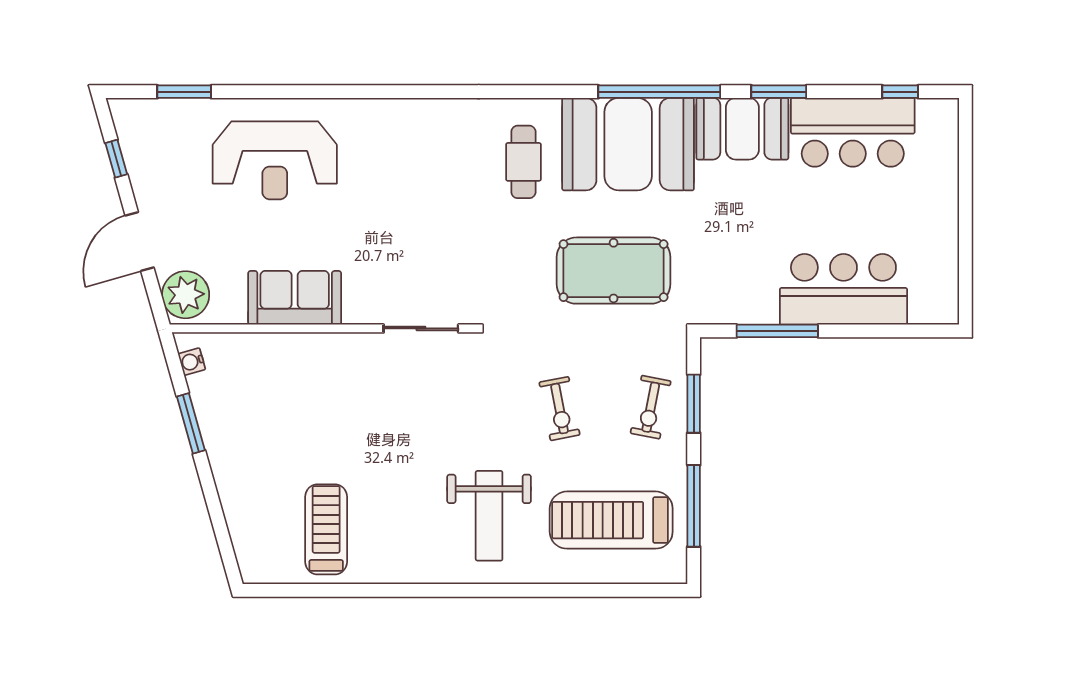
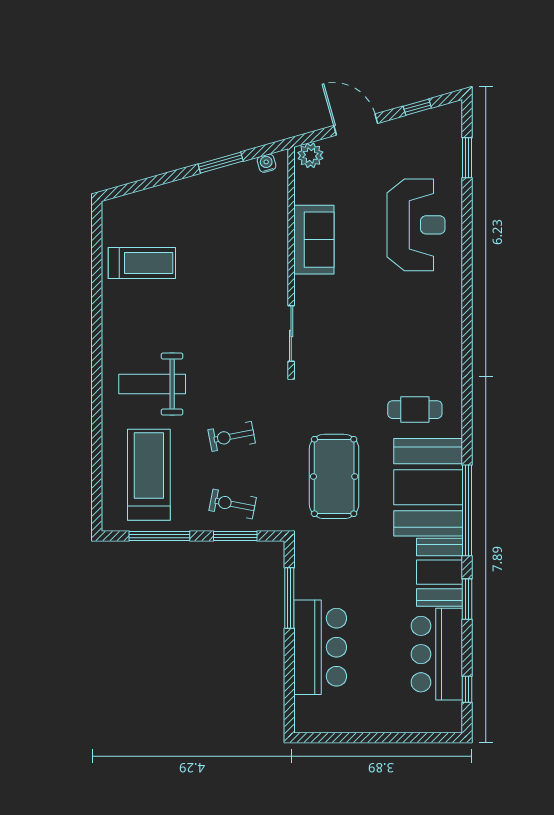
reception desk: (275, 160) -> (416, 225), turned 180
plant: (186, 295) -> (310, 155), width x0.73, depth x0.73

